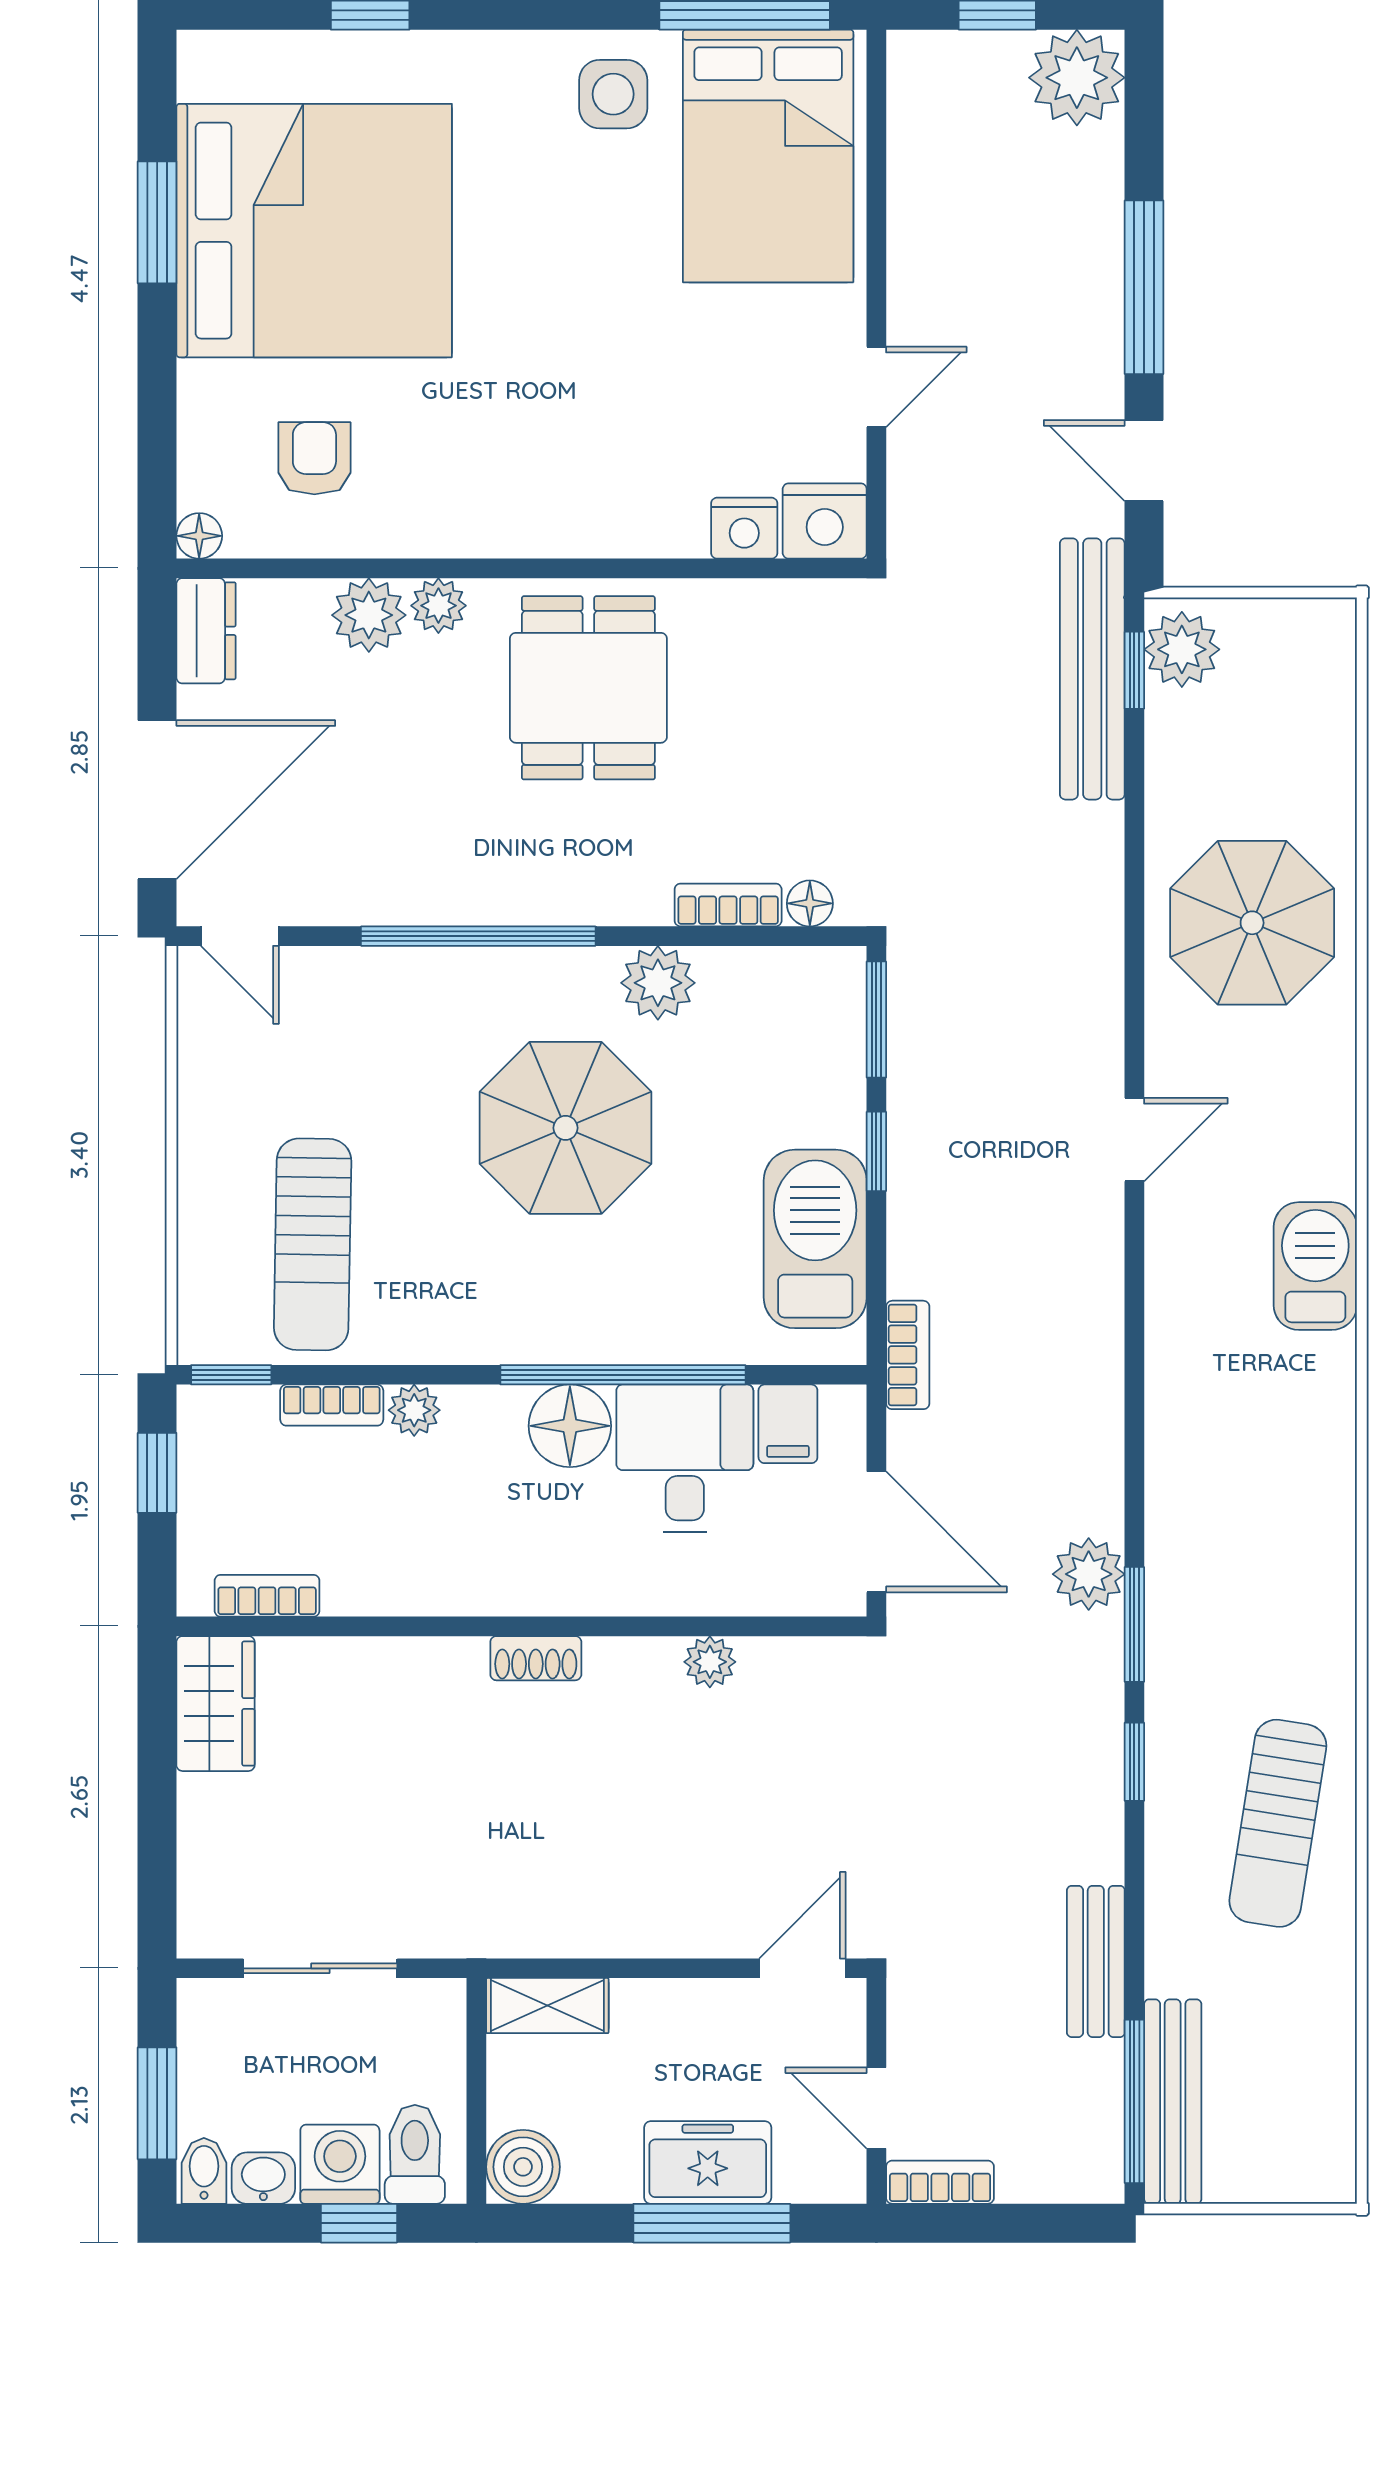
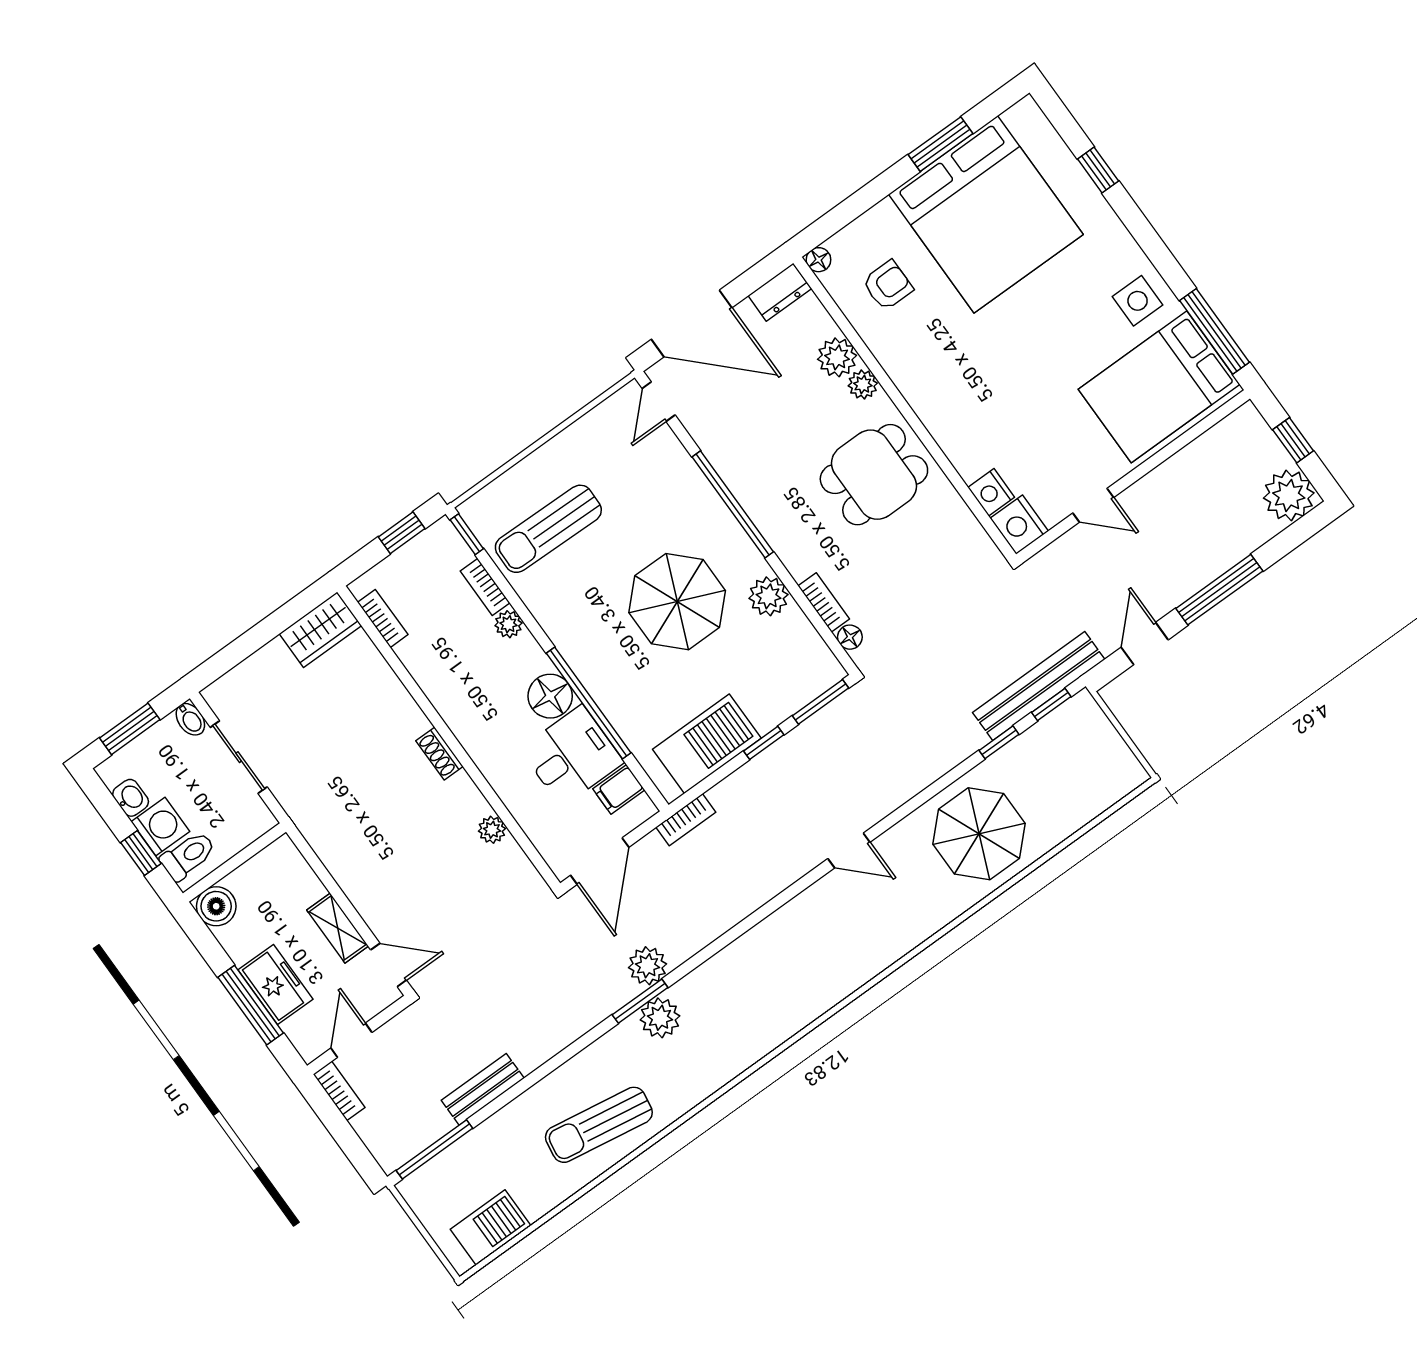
plant: (1182, 649) -> (660, 1018), moved
barbecue: (1315, 1266) -> (491, 1227), moved
window: (1134, 1762) -> (999, 742), moved
shelving: (547, 2006) -> (338, 928), moved
bench: (1173, 2102) -> (446, 1166), removed
bidet: (204, 2171) -> (190, 719), moved, turned 90

